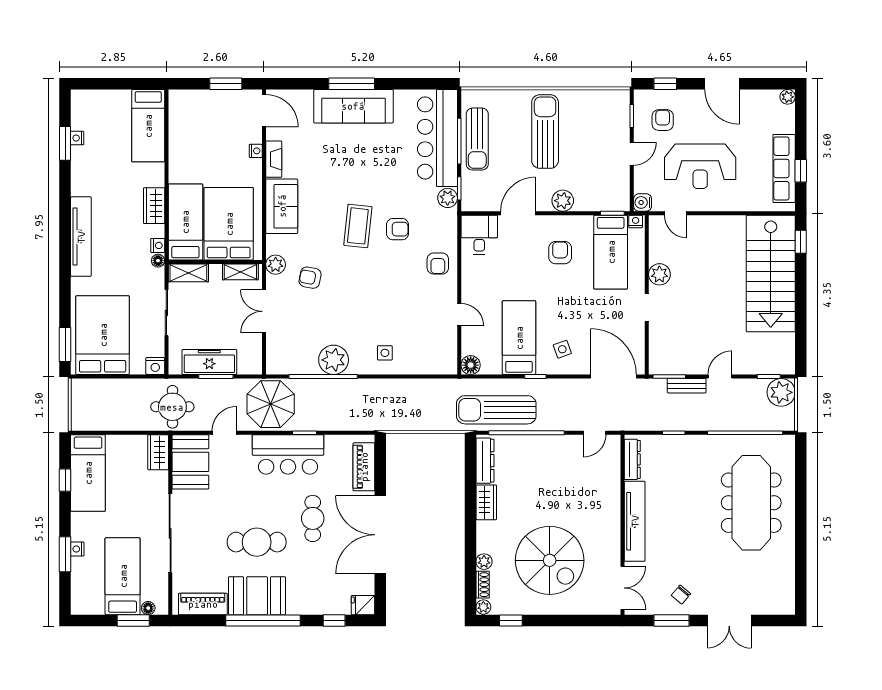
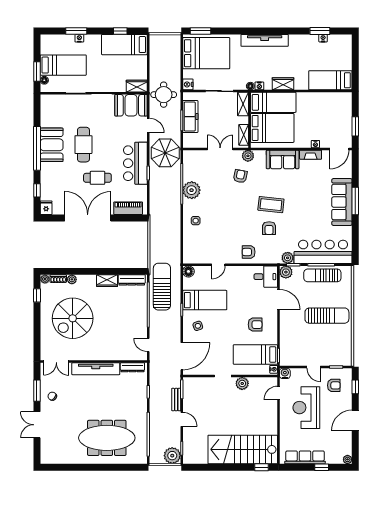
window: (801, 171) -> (322, 467), moved
plant: (563, 201) -> (286, 272), moved
piano: (203, 604) -> (47, 113), removed

